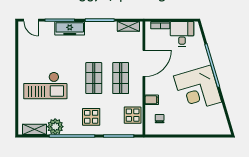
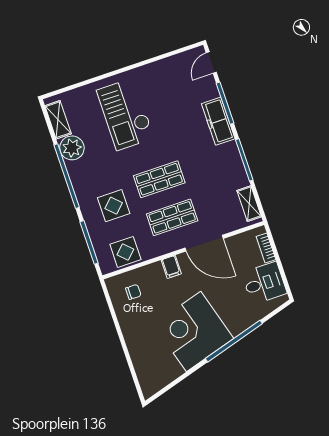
filing cabinet: (152, 100) -> (171, 267), moved
display table: (91, 117) -> (114, 206), moved

